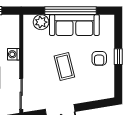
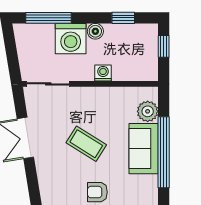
sofa: (74, 25) -> (144, 149), width x0.73
coffee table: (64, 66) -> (86, 144), turned 46

